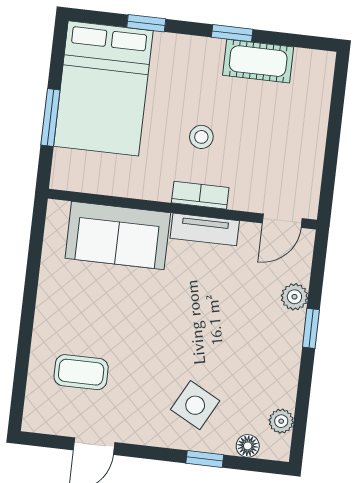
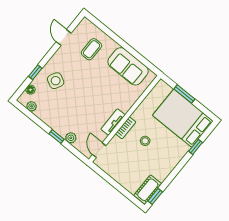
window: (232, 33) -> (155, 196), moved
cot: (258, 61) -> (148, 190), moved
sofa: (118, 236) -> (128, 66), moved, turned -90

